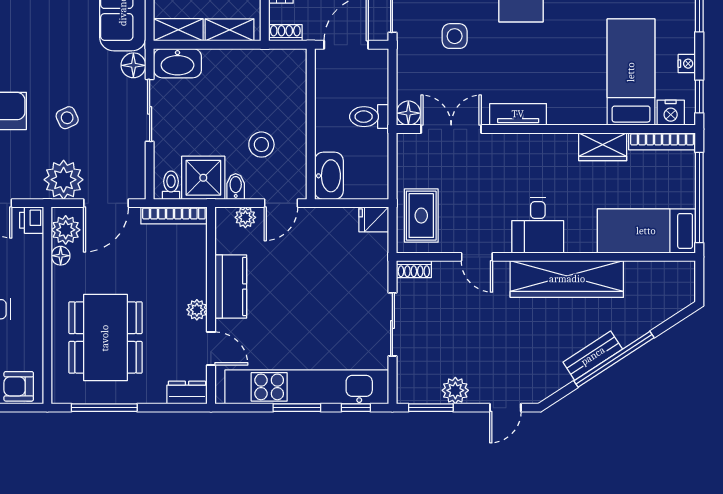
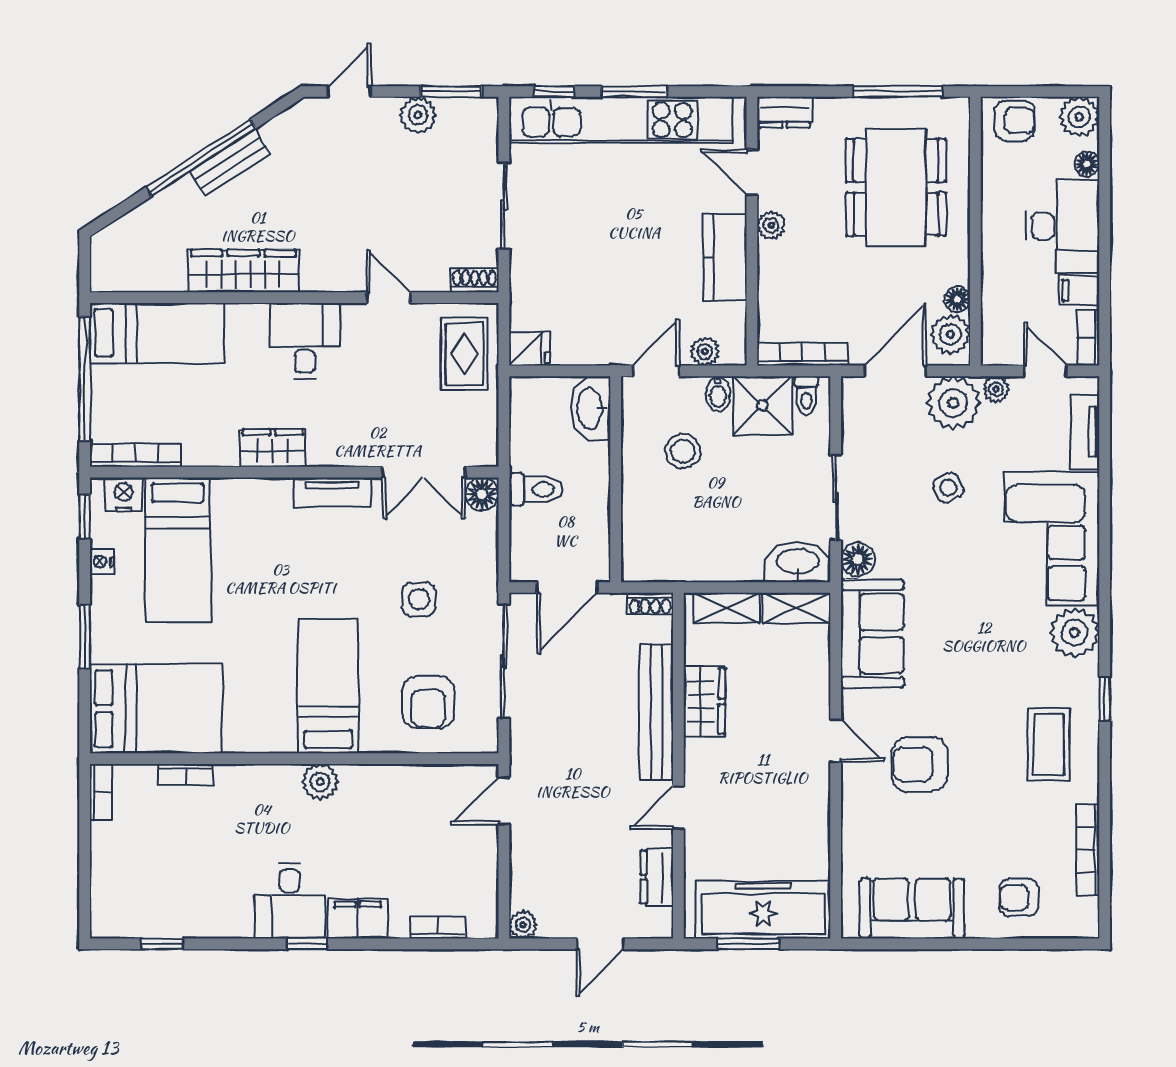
wardrobe: (603, 147) -> (273, 448), moved
plant: (32, 190) -> (996, 389), added
printer: (32, 220) -> (997, 348), removed
wardrobe: (567, 279) -> (243, 271), width x0.71, depth x0.85

